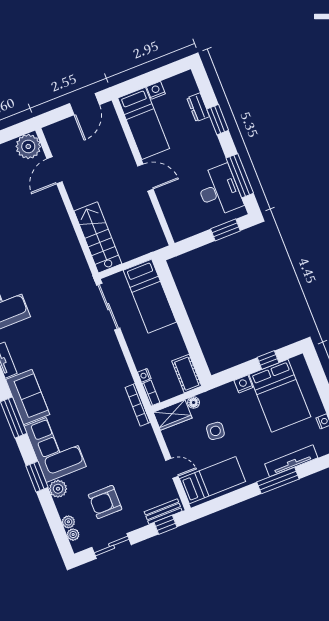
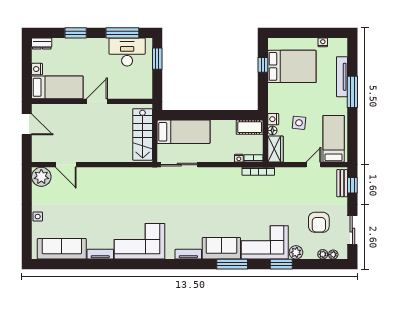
dresser: (198, 107) -> (42, 44), moved
stairs: (98, 237) -> (143, 134), moved, turned -90
nightstand: (243, 384) -> (273, 119), moved

